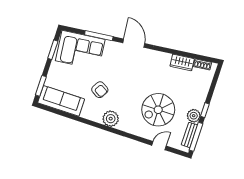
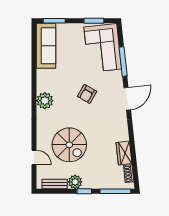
armchair: (100, 90) -> (87, 94), moved
spiral stairs: (158, 110) -> (69, 145), turned 180
window: (196, 137) -> (115, 191), moved

